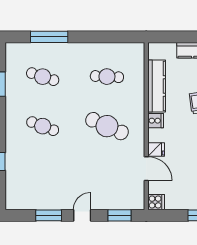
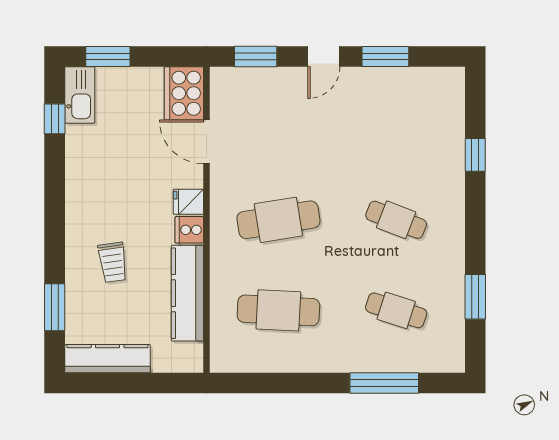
cafe table: (107, 77) -> (278, 310), width x1.37, depth x1.35
cafe table: (107, 126) -> (278, 220), turned -33
fridge: (156, 149) -> (188, 202), moved
cooker: (156, 202) -> (184, 93), width x1.87, depth x1.31

